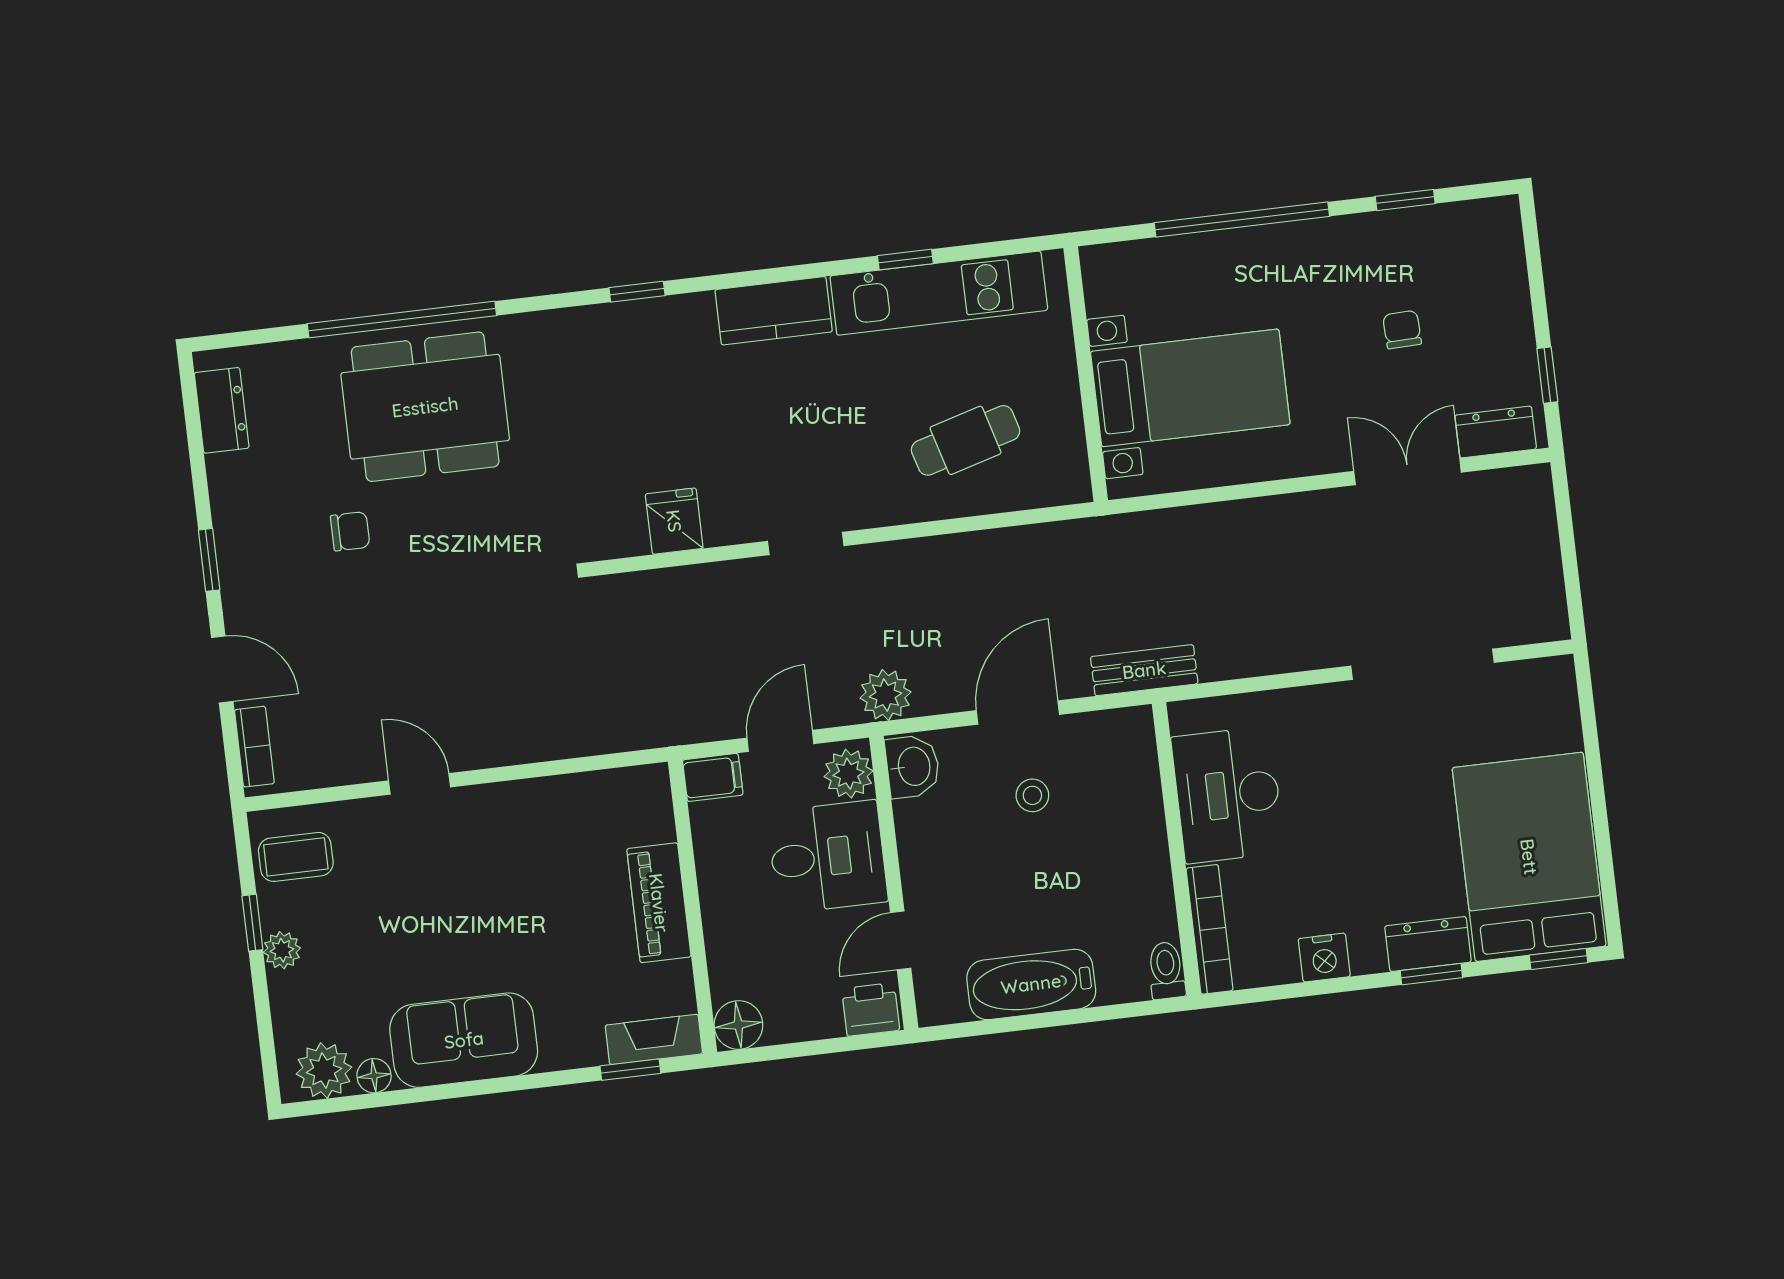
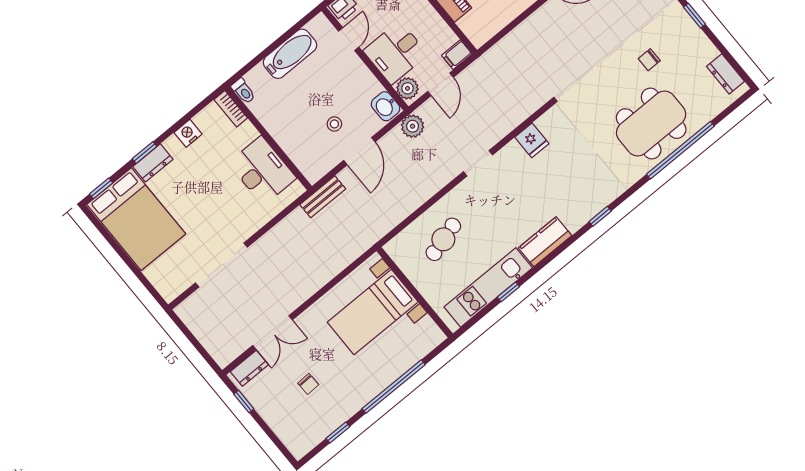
bookcase: (1210, 929) -> (231, 109), width x0.64

